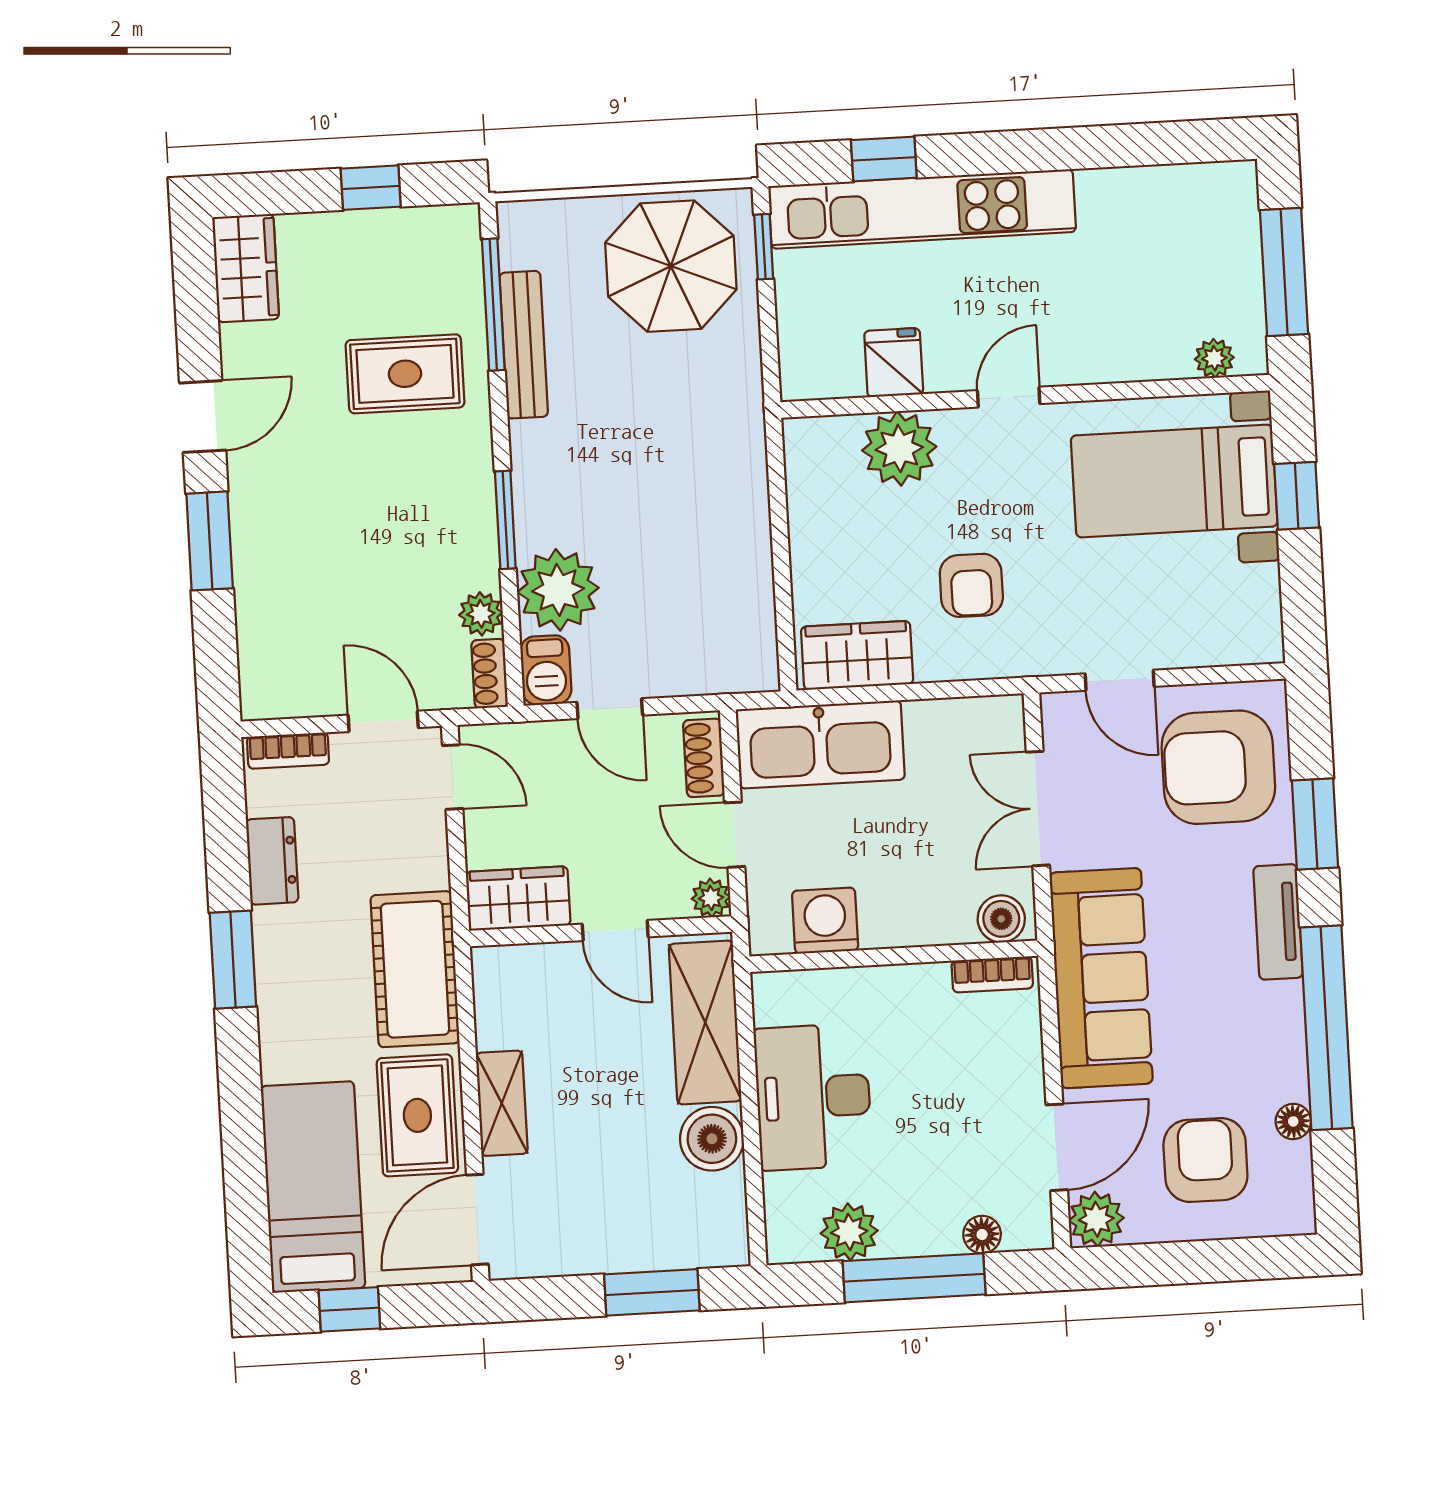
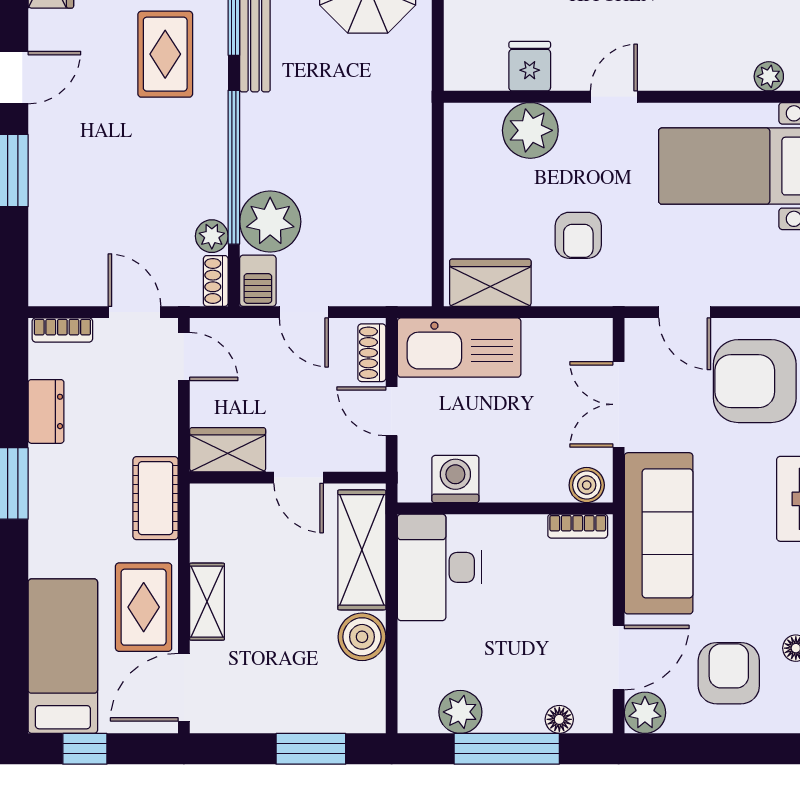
rug: (405, 374) -> (165, 54), turned 90
window: (505, 520) -> (234, 167), width x2.11
plant: (711, 898) -> (371, 457), removed
cot: (415, 969) -> (156, 498), width x0.73, depth x0.75
desk: (813, 1097) -> (439, 567), moved

